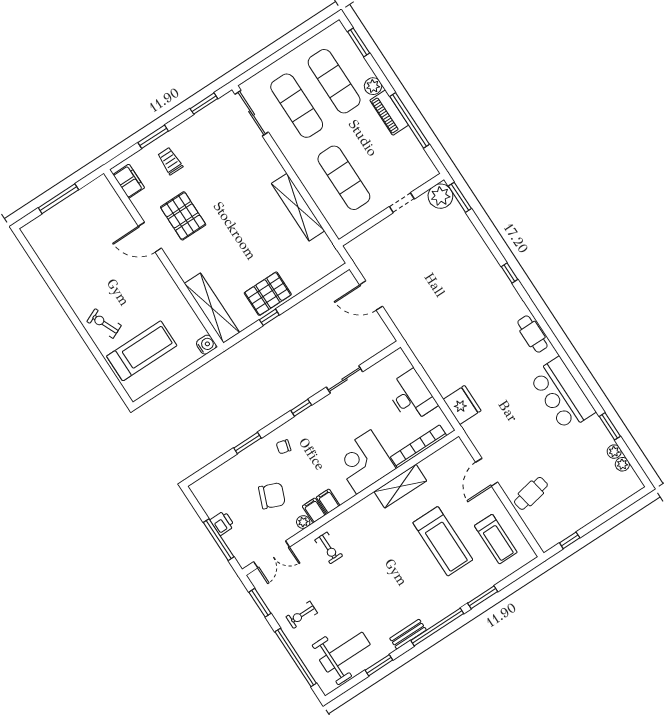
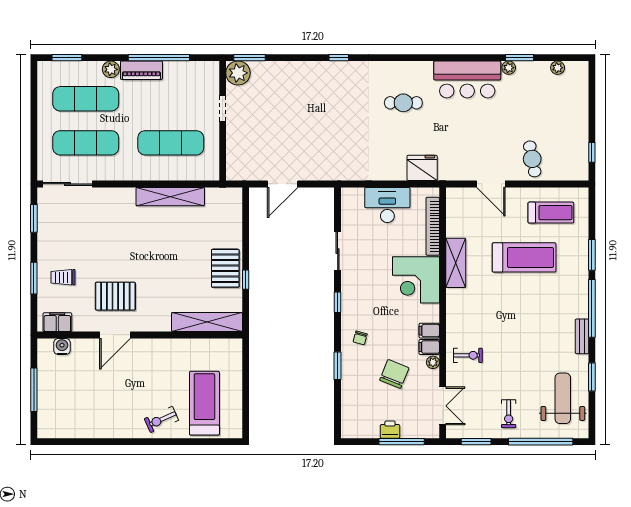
cafe table: (533, 334) -> (403, 103), moved
water cooler: (206, 345) -> (62, 346), moved
plant: (614, 452) -> (509, 68), moved

